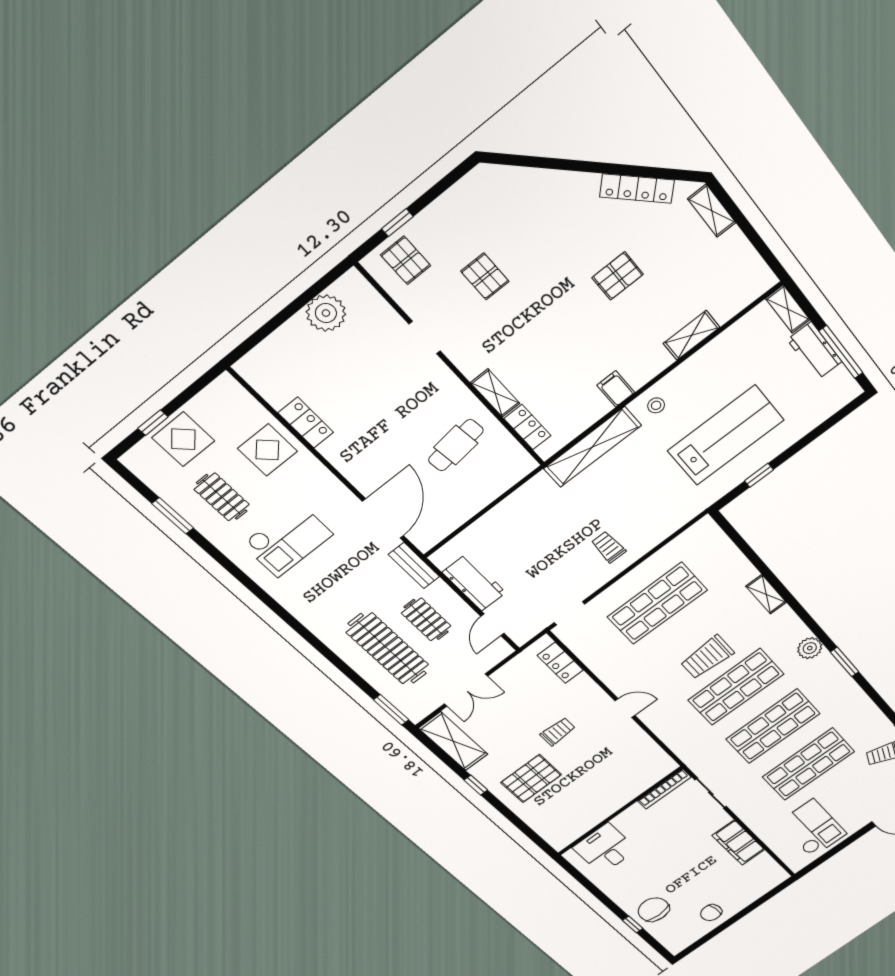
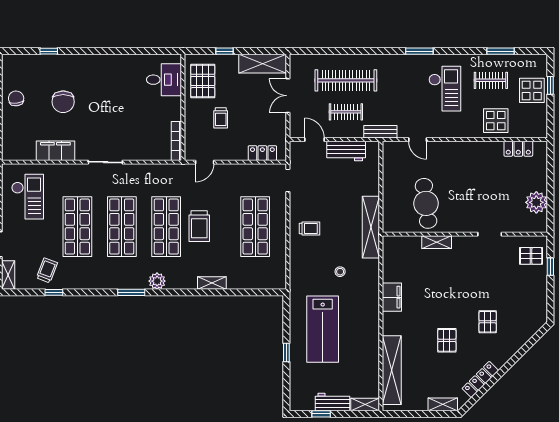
pallet: (485, 276) -> (488, 322), moved, turned 90
shelving: (691, 335) -> (392, 370), width x2.20, depth x1.33
window: (841, 352) -> (321, 414), width x0.46
filing cabinet: (616, 389) -> (392, 297), width x2.00
stool: (656, 405) -> (340, 272), moved
locker: (306, 423) -> (518, 149), moved
locker: (527, 427) -> (407, 242), removed
cafe table: (456, 445) -> (426, 203), width x1.37, depth x1.35
shelving: (592, 447) -> (371, 227), moved
window: (759, 475) -> (286, 352), moved
door: (383, 518) -> (418, 140), width x0.53
checkout: (287, 539) -> (445, 89), turned 180
trolley: (707, 657) -> (199, 226), turned 180
window: (391, 710) -> (419, 51), moved
bookcase: (664, 789) -> (176, 141), moved
wall: (620, 811) -> (183, 107), moved
checkout: (812, 828) -> (28, 197), turned -90
desk: (605, 849) -> (164, 80), moved
chair: (654, 910) -> (63, 102), moved, turned 90

